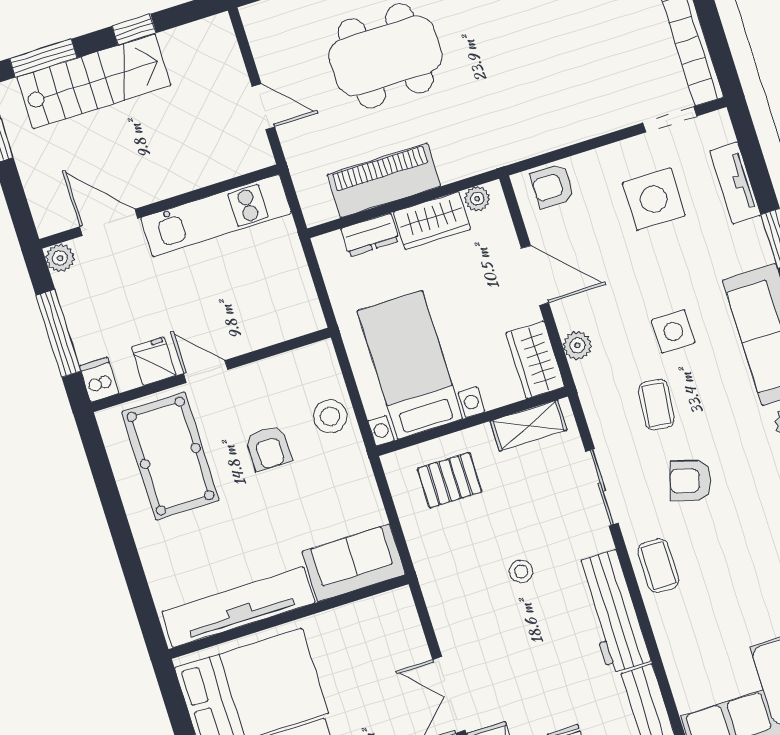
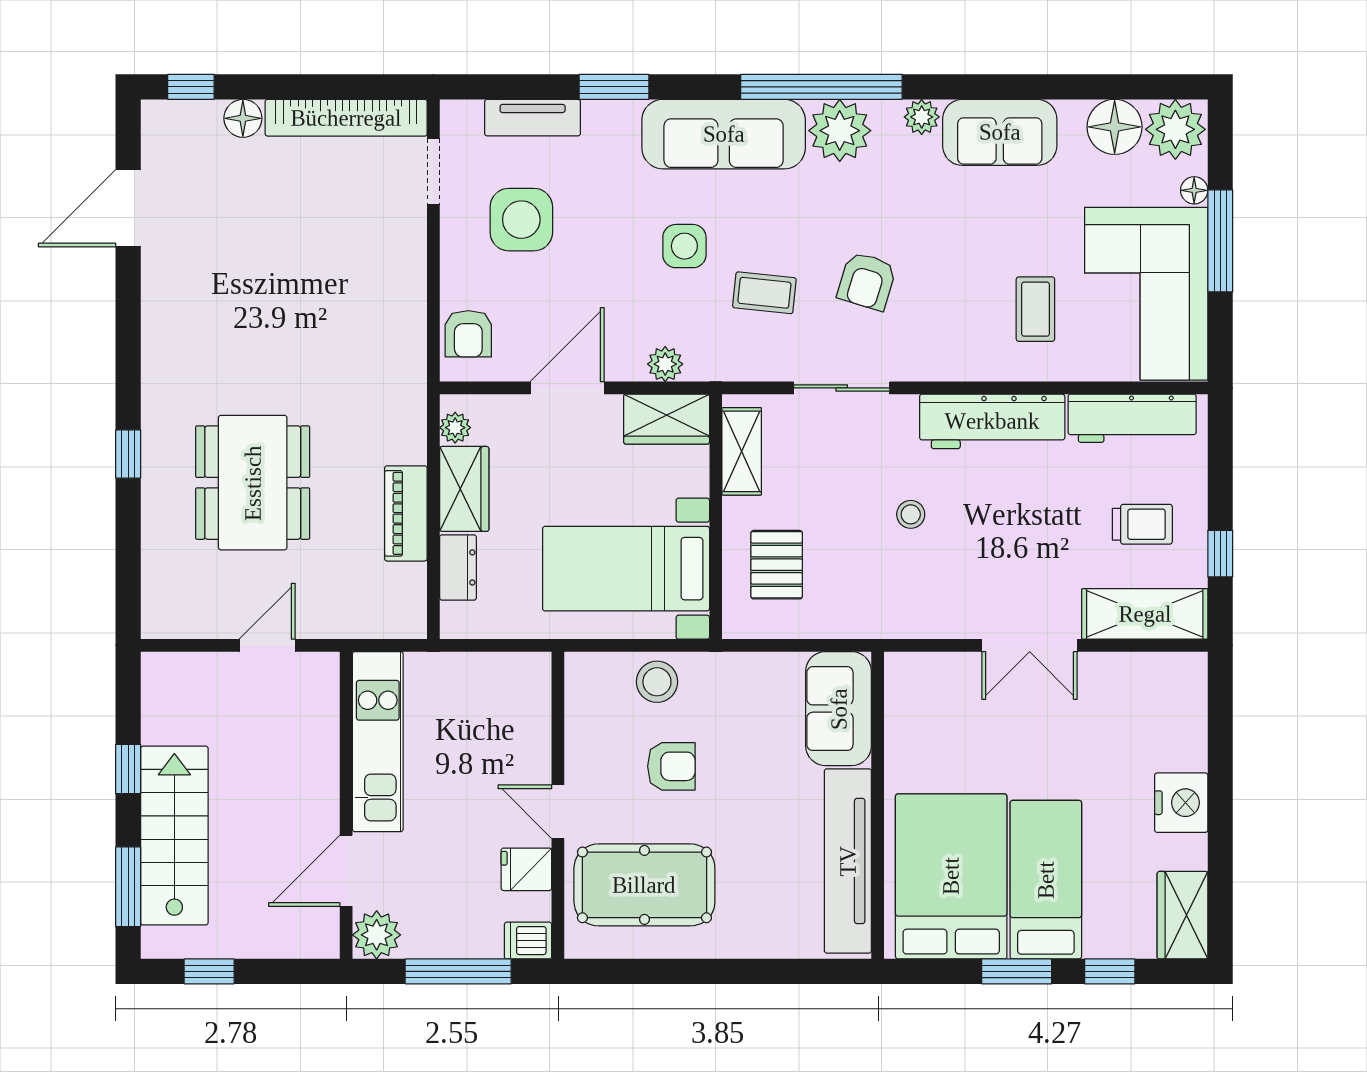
piano: (384, 180) -> (406, 513), width x0.73, depth x0.75
plant: (60, 258) -> (377, 935), width x1.38, depth x1.38
door: (206, 372) -> (558, 812), hinge flipped
coffee table: (658, 566) -> (1035, 309), moved, turned 90

